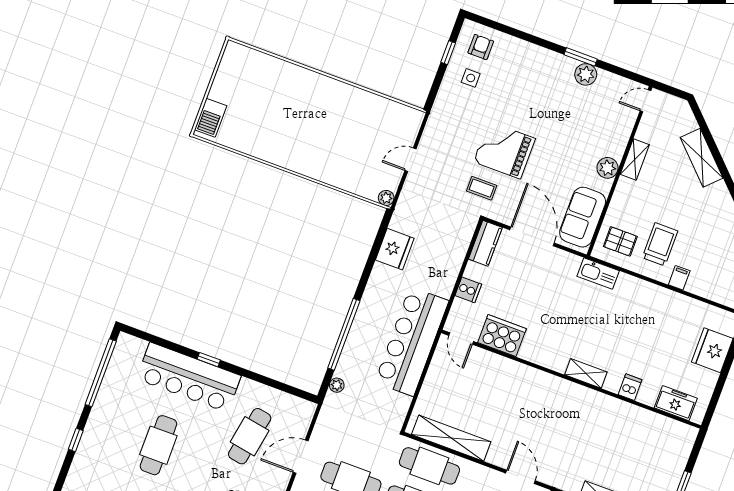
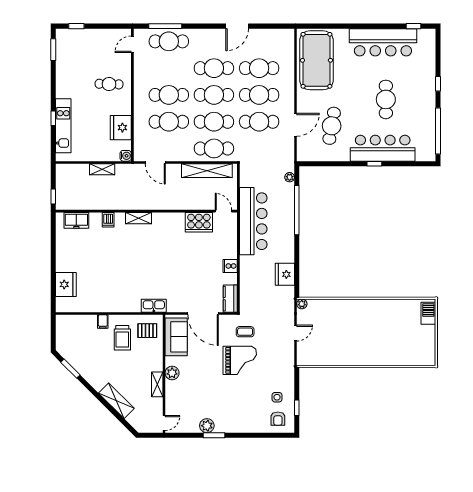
cooker: (502, 336) -> (199, 222), moved
door: (461, 338) -> (223, 211), moved
shelving: (586, 373) -> (139, 218), moved
wall: (571, 379) -> (146, 211), moved
dishwasher: (630, 387) -> (108, 220), moved
freezer: (676, 403) -> (76, 220), moved

